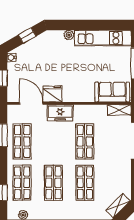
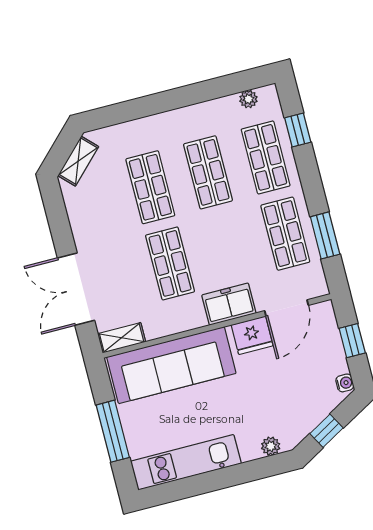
plant: (69, 35) -> (271, 446), moved
sofa: (112, 92) -> (171, 365), width x1.85, depth x1.27
door: (31, 103) -> (287, 308), hinge flipped

